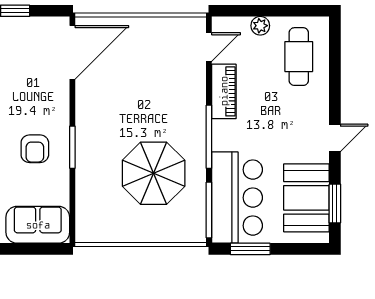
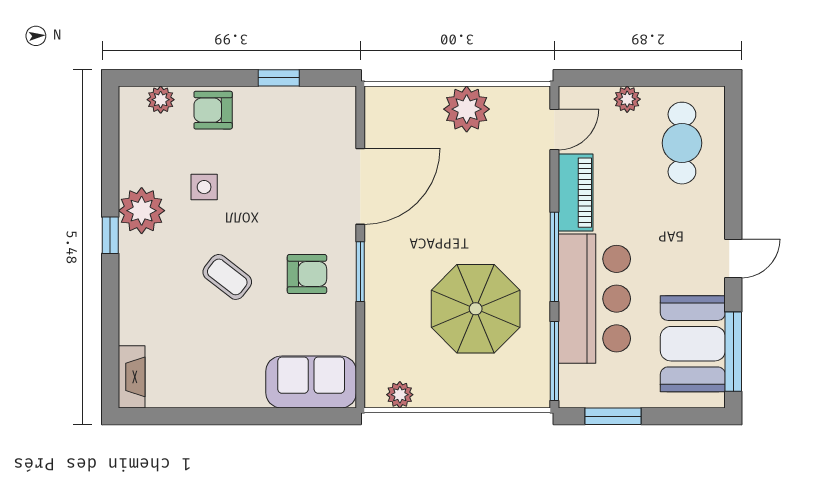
plant: (147, 33) -> (467, 109), added
door: (72, 52) -> (360, 186), moved
armchair: (35, 149) -> (307, 274), turned -90
bar counter: (237, 198) -> (594, 299), moved
window: (335, 203) -> (733, 352), width x1.44
plant: (100, 234) -> (400, 395), added

